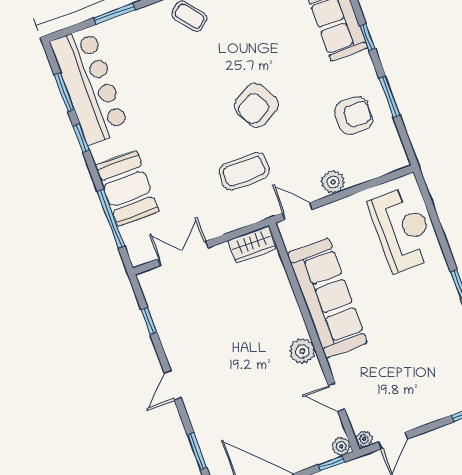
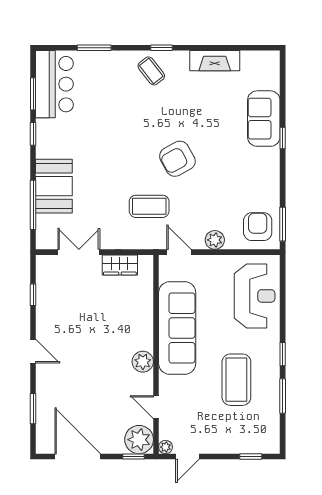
bar counter: (90, 86) -> (54, 84), width x0.73
window: (389, 97) -> (283, 224), moved
armchair: (354, 116) -> (258, 227), moved, turned -90
wardrobe: (252, 244) -> (120, 265), moved
coffee table: (417, 332) -> (236, 380), added
door: (173, 385) -> (33, 351), swing flipped
plant: (341, 446) -> (139, 440), width x1.88, depth x1.88

